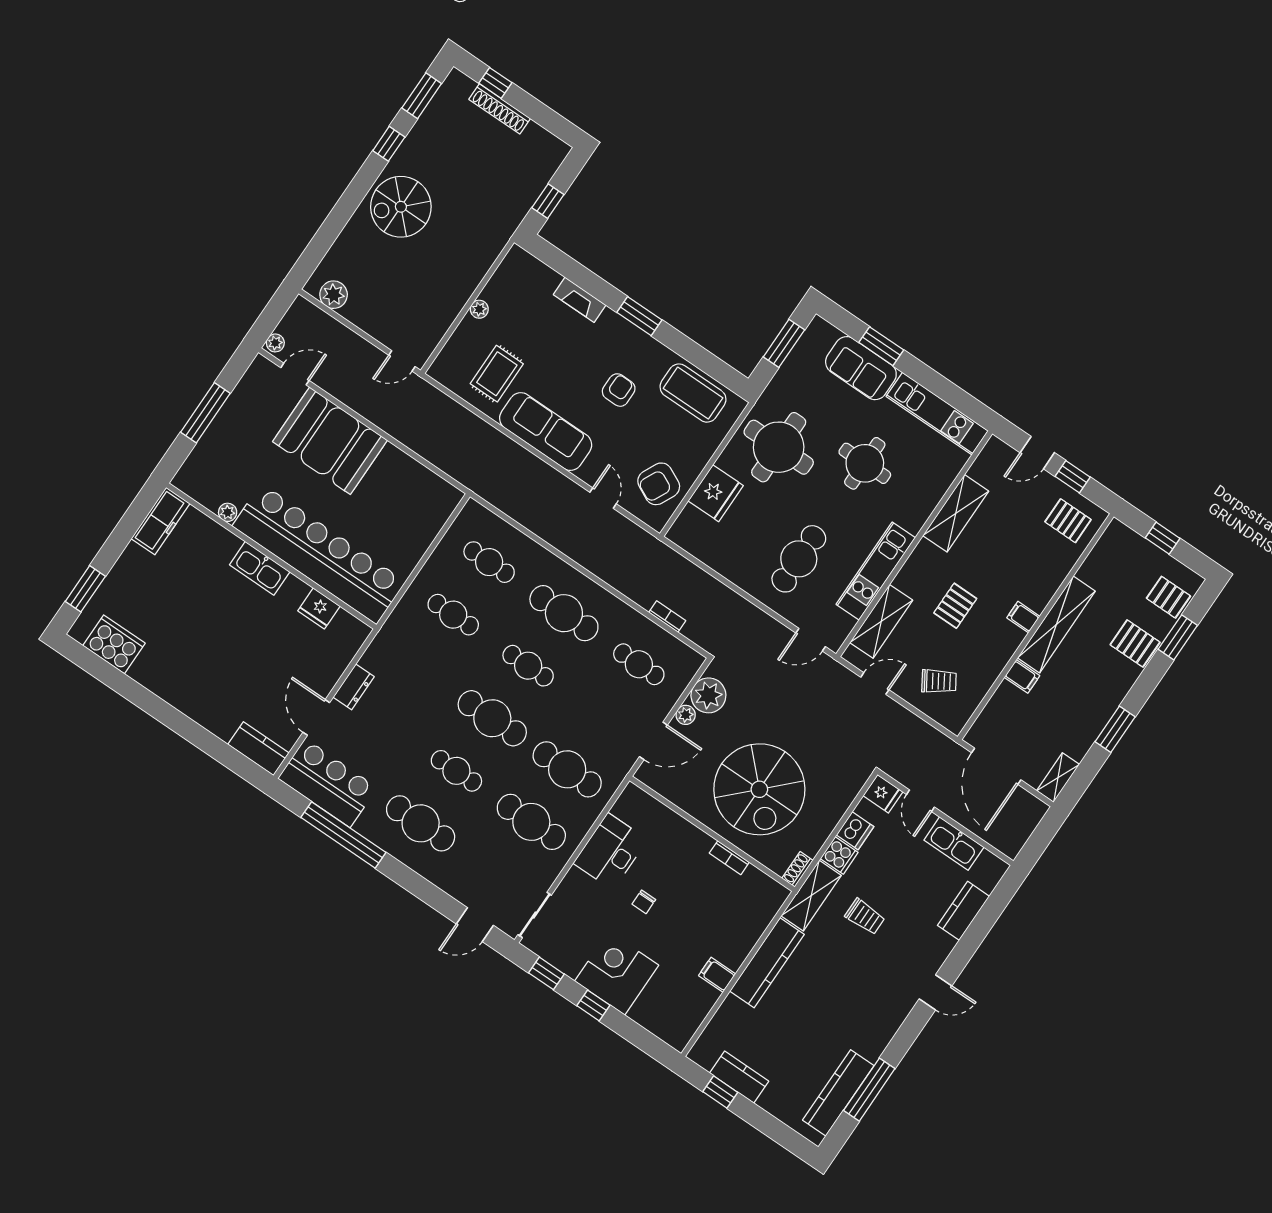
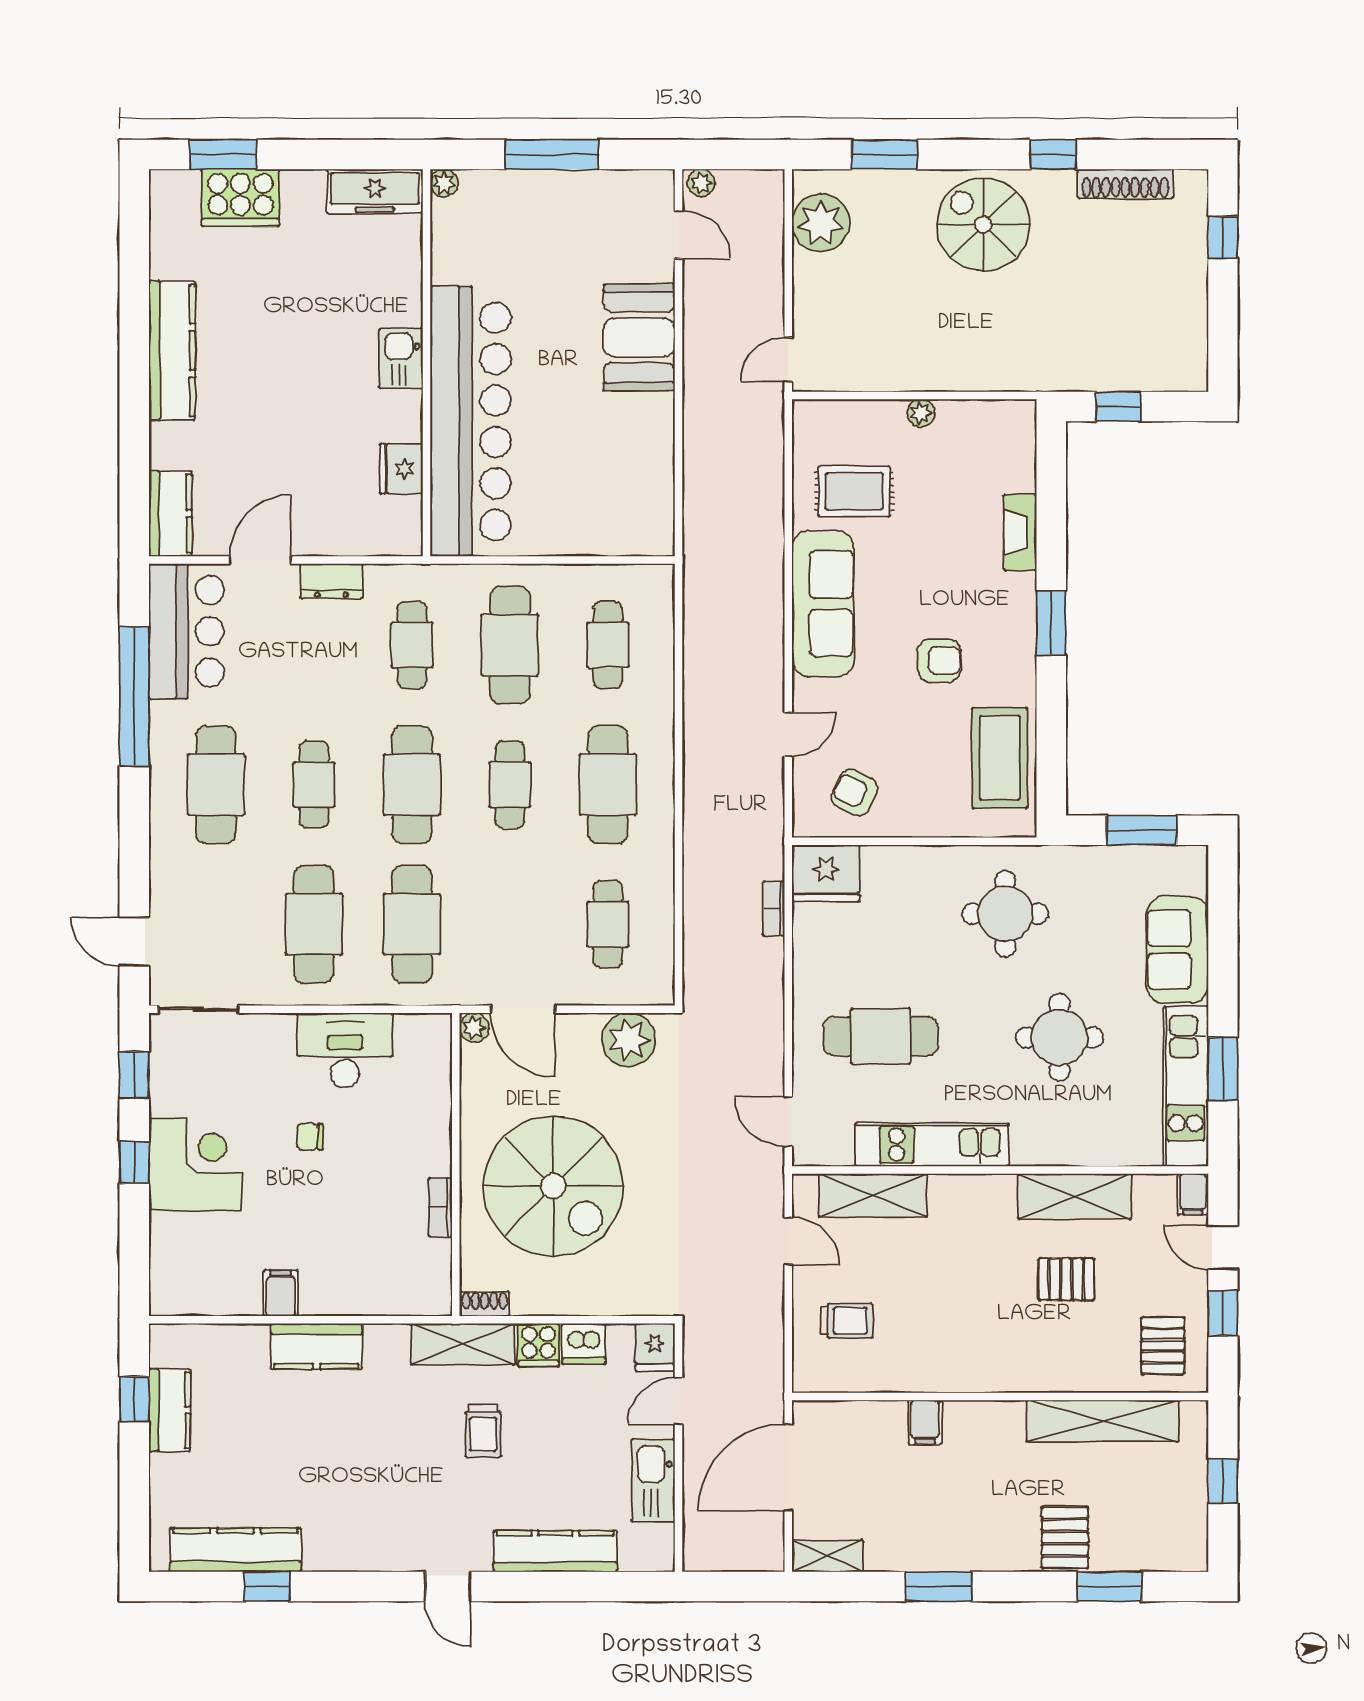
window: (422, 96) -> (885, 154), moved
shoe rack: (500, 109) -> (1125, 184), moved, turned -90
plant: (334, 295) -> (821, 223), width x1.36, depth x1.36
window: (881, 346) -> (1223, 1069), moved
door: (402, 361) -> (788, 360), hinge flipped
booth: (330, 441) -> (639, 337), width x0.73, depth x0.70
round table: (779, 447) -> (1005, 914), width x0.73, depth x0.73
armchair: (659, 484) -> (855, 793), width x0.72, depth x0.72
fridge: (716, 493) -> (826, 874), moved
plant: (228, 512) -> (444, 183), moved
kitchen sink: (260, 568) -> (401, 358), width x0.73
pallet: (1168, 597) -> (1153, 1540), removed
pallet: (955, 606) -> (1066, 1279), moved
cafe table: (453, 615) -> (510, 645), width x1.37, depth x1.35
bookcase: (667, 617) -> (774, 909), moved, turned 180
filing cabinet: (1023, 617) -> (1193, 1194), moved, turned 180
shelving: (1056, 625) -> (1103, 1421), moved
cooker: (114, 644) -> (240, 198), moved, turned 90
cafe table: (417, 667) -> (412, 645), added
trolley: (939, 681) -> (847, 1321), turned -58
kitchen counter: (172, 688) -> (172, 350), added
plant: (686, 715) -> (474, 1028), moved
spiral stairs: (759, 789) -> (553, 1186), turned -90
kitchen counter: (963, 911) -> (555, 1551), width x1.50
kitchen counter: (767, 963) -> (316, 1346), width x0.67
window: (869, 1090) -> (267, 1586), width x0.46

